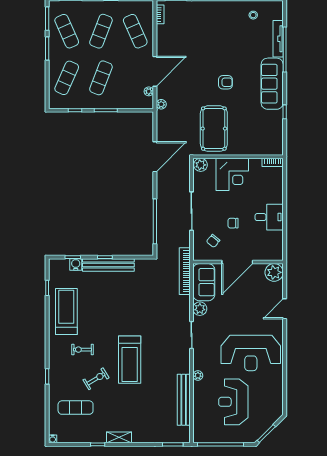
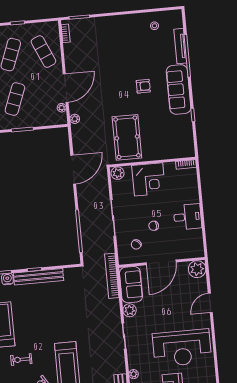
armchair: (225, 82) -> (143, 86), moved

